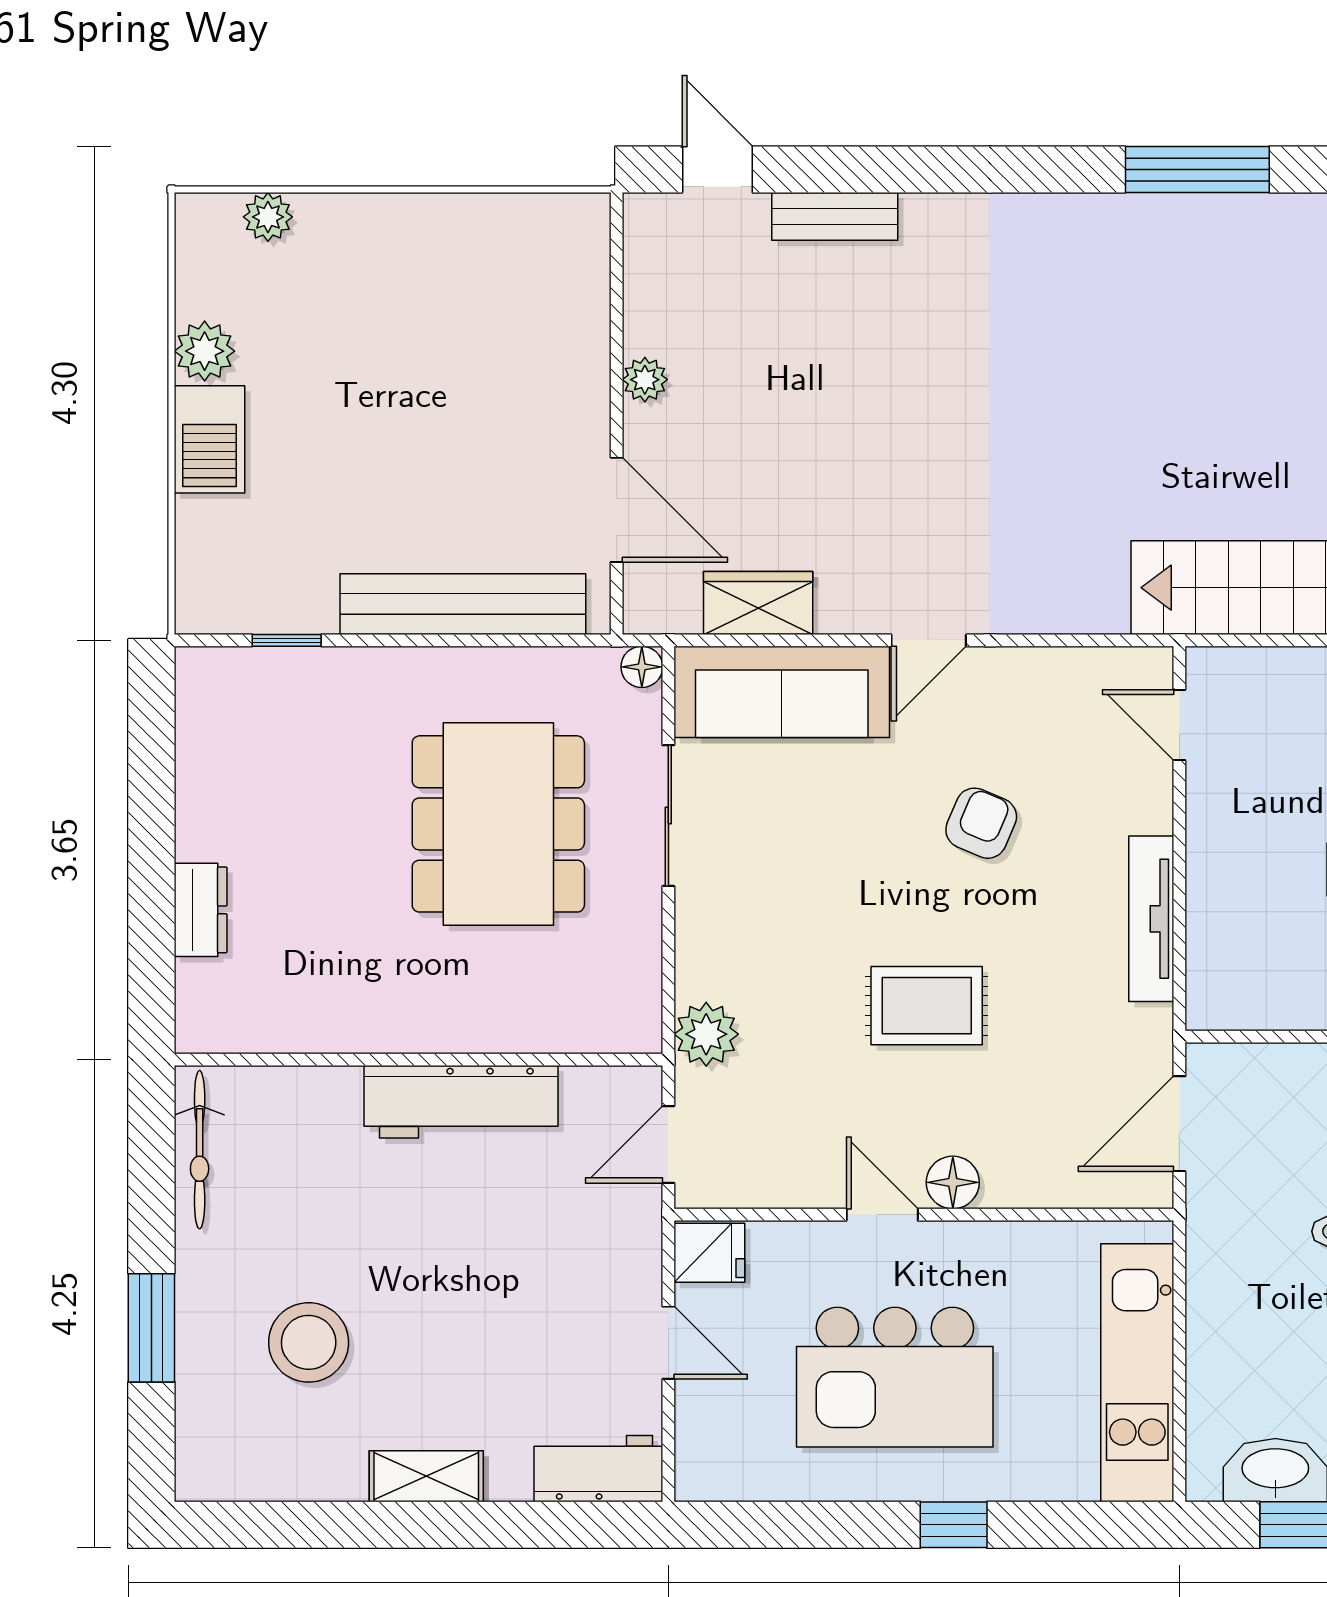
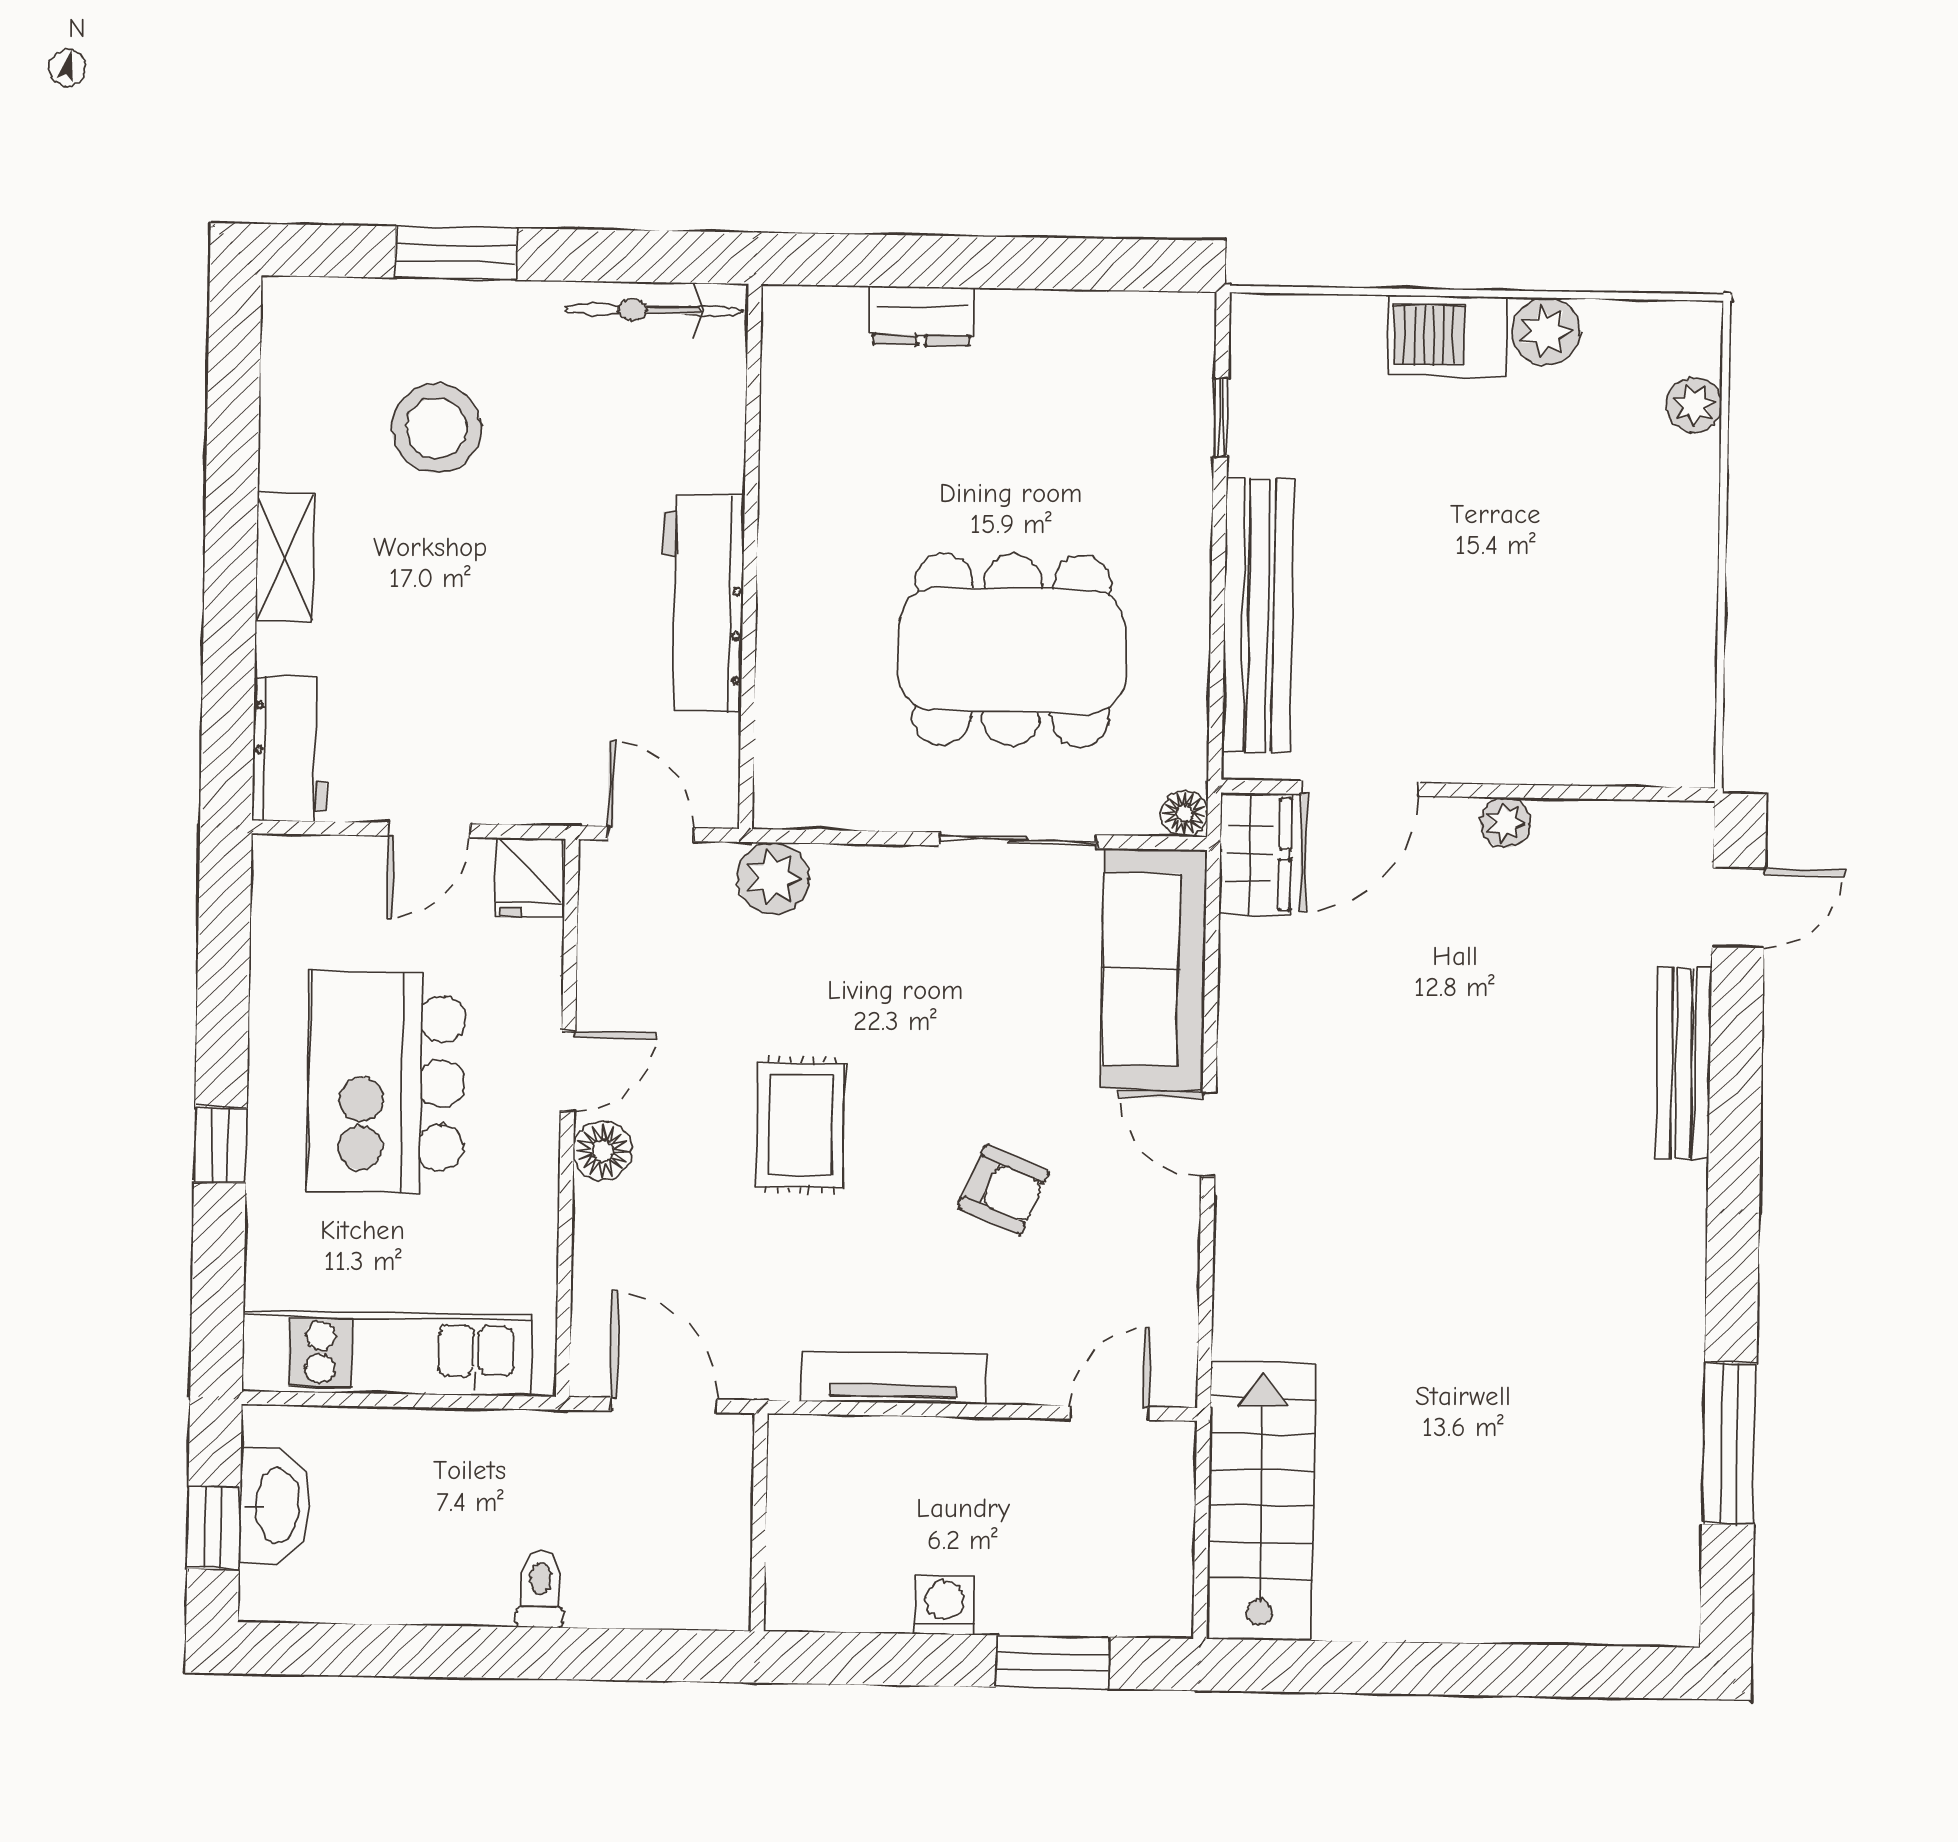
bench: (835, 216) -> (1683, 1063), width x1.36
wardrobe: (758, 603) -> (1255, 854), moved

